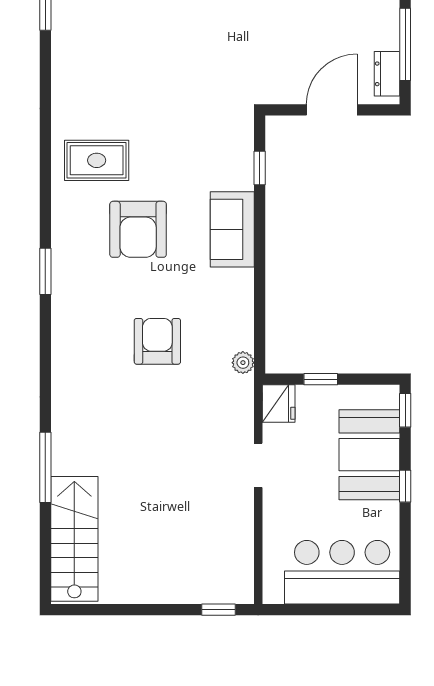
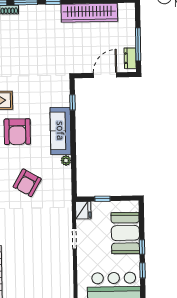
sofa: (232, 229) -> (60, 131), width x1.36
armchair: (157, 341) -> (27, 183), turned -150
plant: (243, 363) -> (66, 160), moved
window: (405, 410) -> (142, 270), moved

